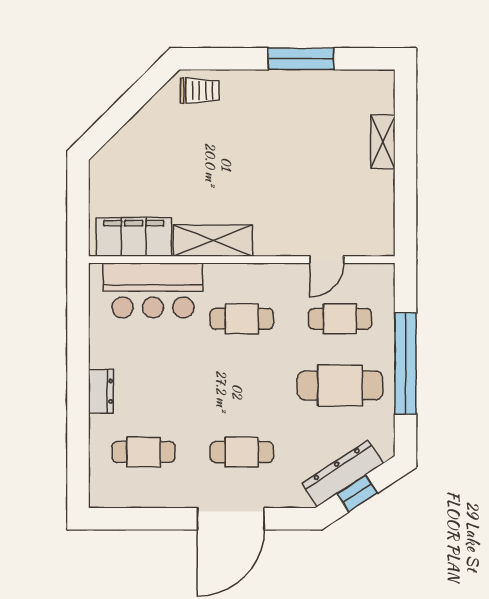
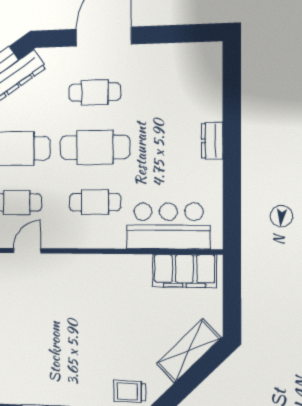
shelving: (213, 241) -> (189, 351), moved, turned -45
cafe table: (143, 452) -> (95, 147), moved, width x1.37, depth x1.35

